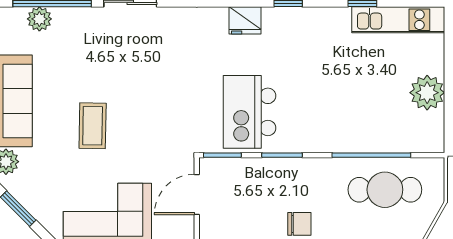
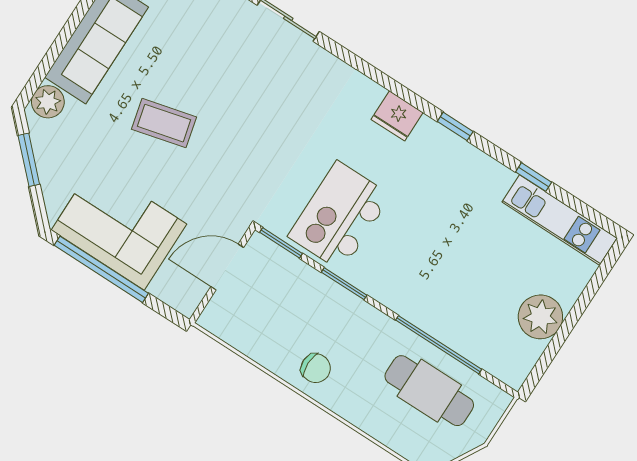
coffee table: (93, 126) -> (164, 123), turned 75

